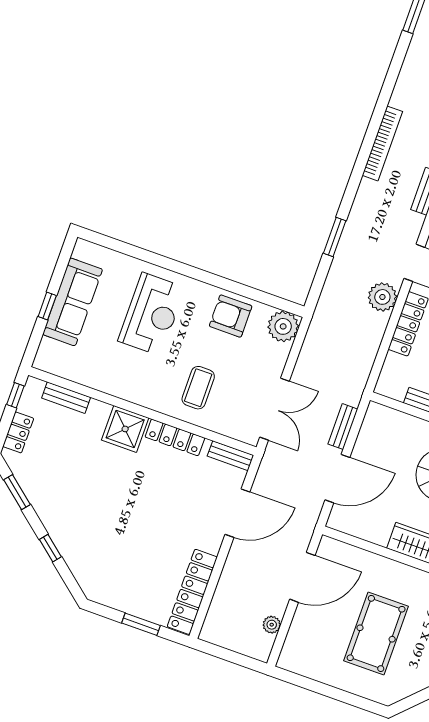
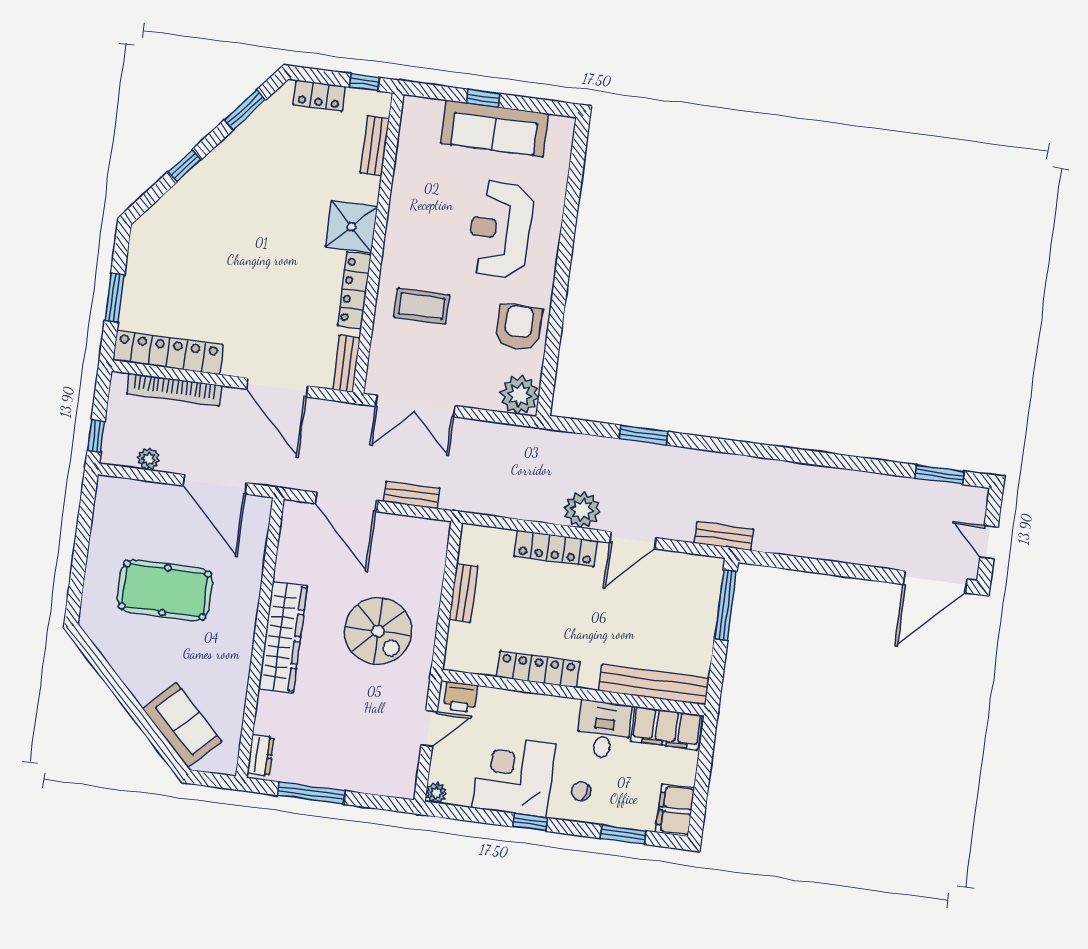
bookcase: (382, 143) -> (174, 390), moved
reception desk: (152, 314) -> (500, 229), turned 90
window: (245, 661) -> (96, 436), added

